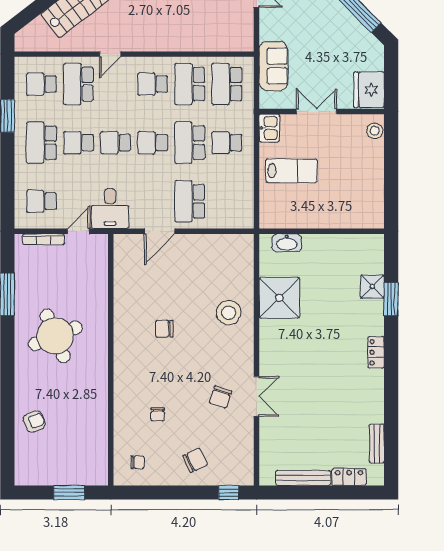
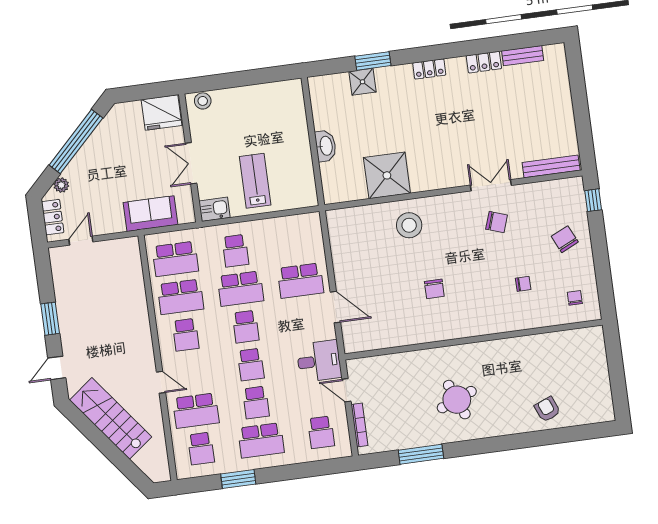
washbasin: (287, 243) -> (326, 146), moved
round table: (55, 336) -> (457, 400), width x0.73, depth x0.73
locker: (349, 477) -> (484, 62), moved, turned -90
bench: (303, 478) -> (551, 166), moved, turned 90
window: (69, 493) -> (615, 364), removed

